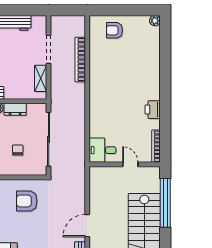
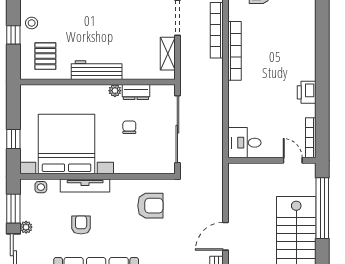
bookcase: (95, 76) -> (235, 51), added
chair: (18, 150) -> (129, 127), moved
door: (130, 164) -> (293, 160), moved
armchair: (27, 201) -> (150, 206), turned 180

